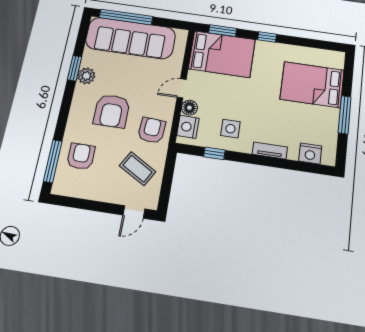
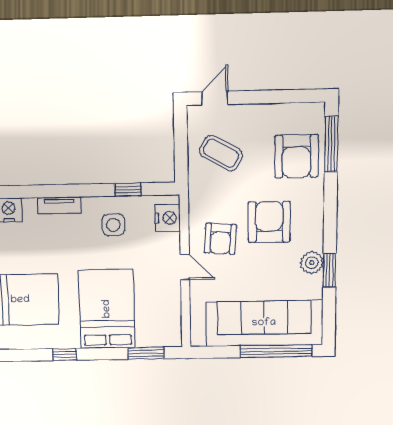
window: (267, 37) -> (65, 354), moved
bed: (222, 54) -> (107, 309), moved, turned 90
door: (182, 88) -> (185, 267), hinge flipped
floor lamp: (189, 108) -> (170, 243), removed
armchair: (152, 130) -> (220, 239), moved
armchair: (81, 156) -> (296, 156), width x1.36, depth x1.36

